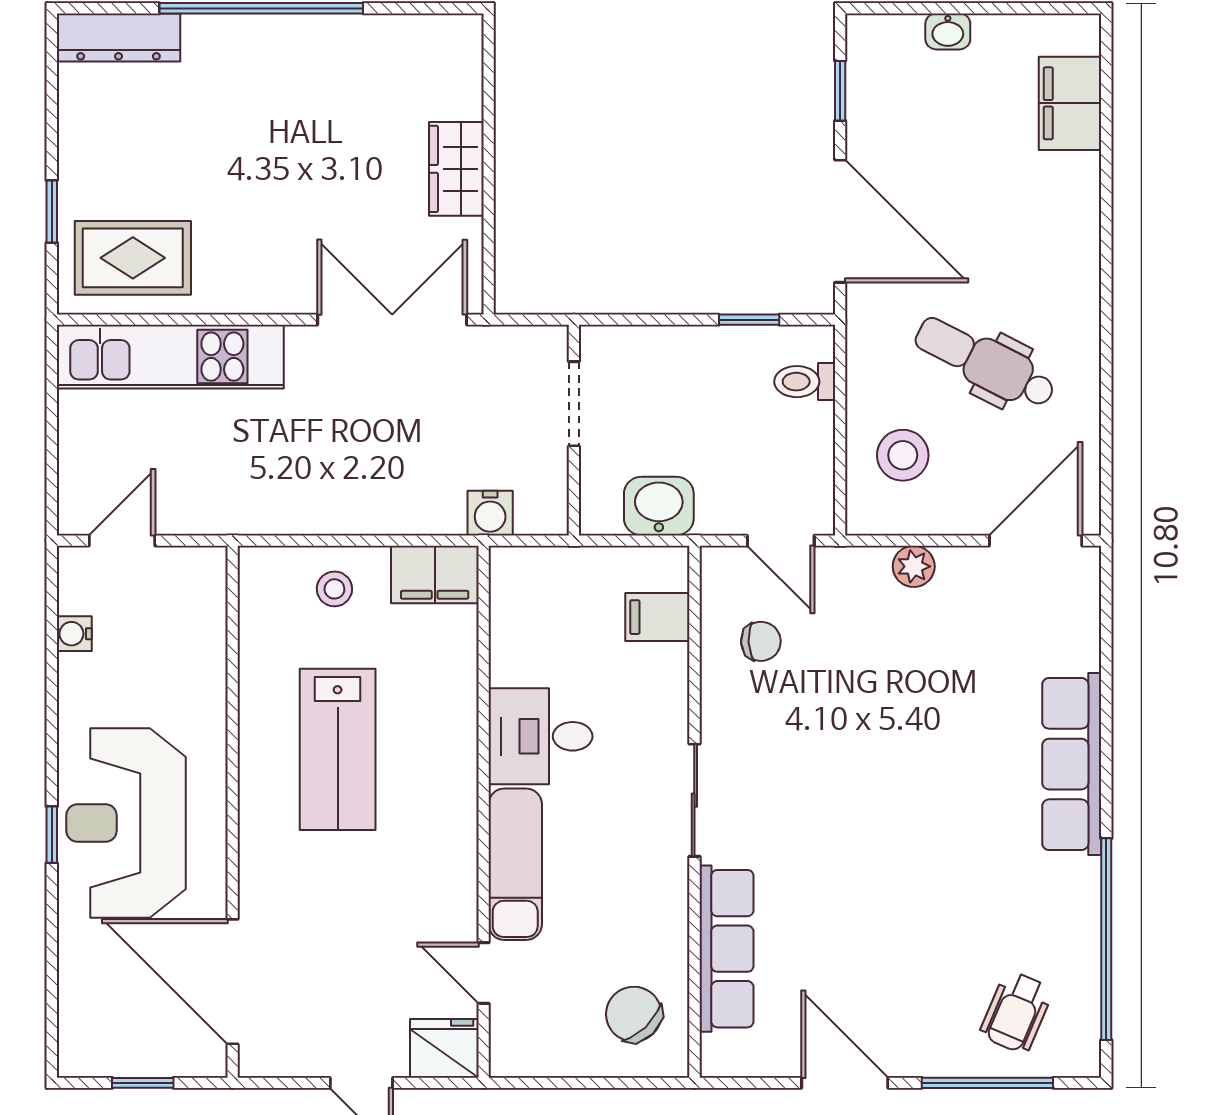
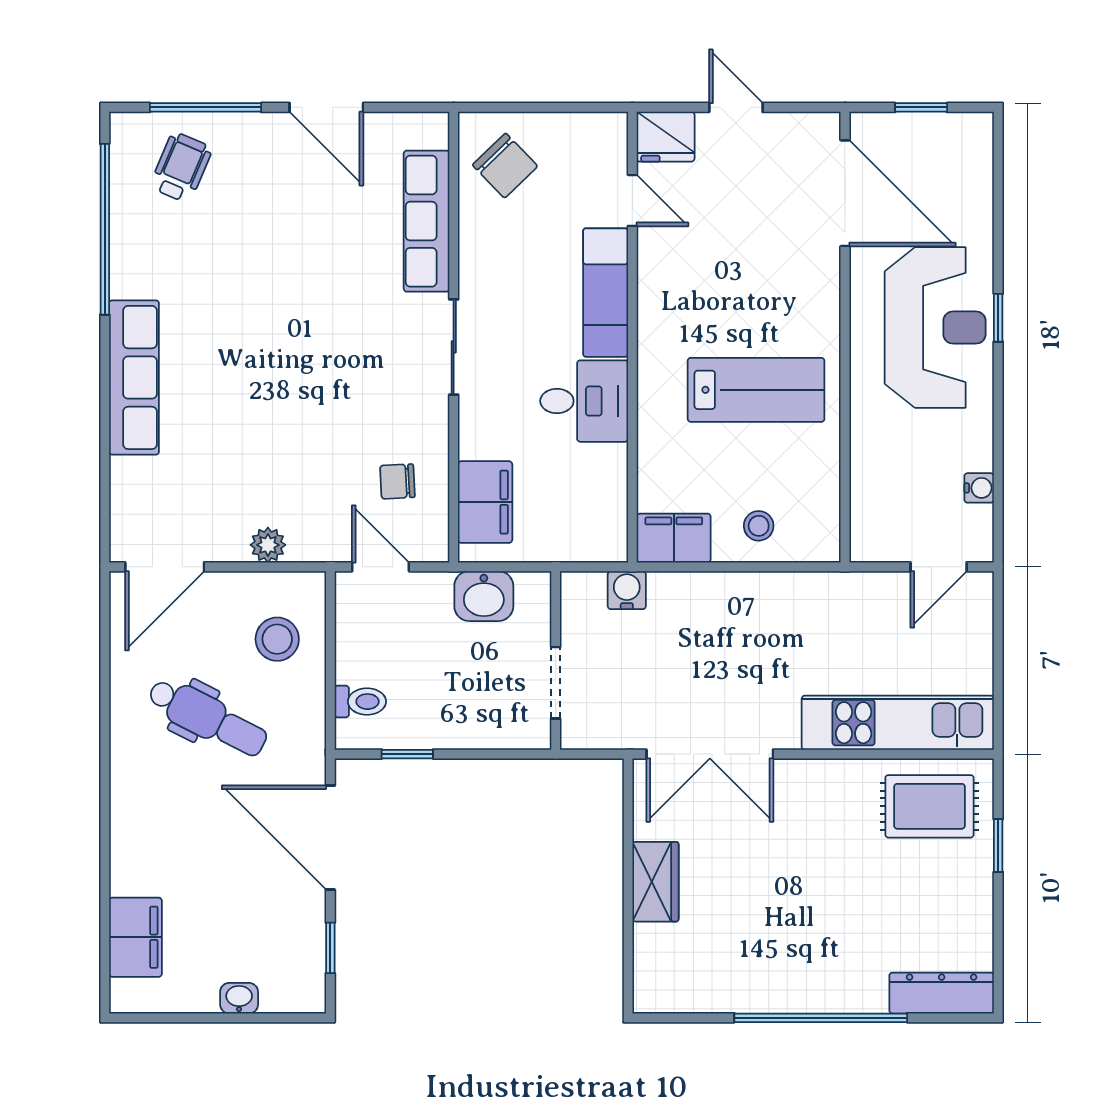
filing cabinet: (657, 617) -> (485, 502), width x2.00
lab bench: (338, 749) -> (756, 390), turned 90

